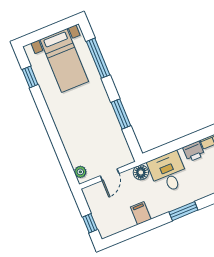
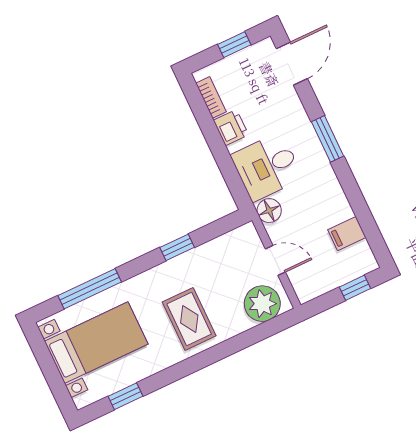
window: (121, 114) -> (177, 247), width x0.67
rug: (76, 119) -> (189, 319), added
plant: (80, 172) -> (262, 304), width x1.88, depth x1.88
filing cabinet: (141, 213) -> (347, 234), moved

